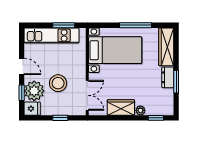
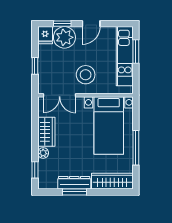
window: (64, 25) -> (136, 52), moved
dresser: (168, 77) -> (74, 183), width x1.44
stool: (58, 83) -> (86, 75), moved

